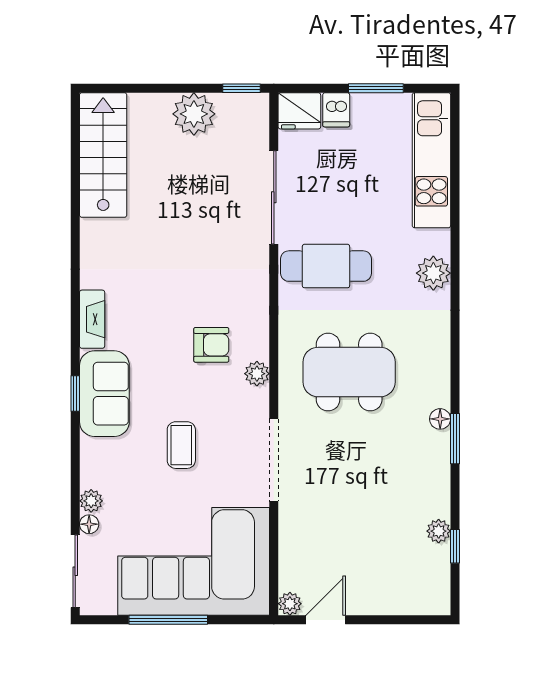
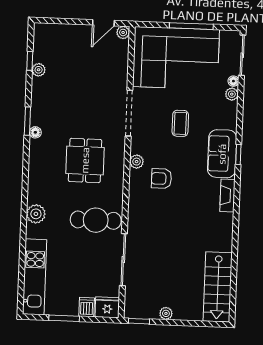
plant: (194, 114) -> (166, 313), width x0.53, depth x0.53
dining table: (349, 372) -> (85, 160), width x0.73

